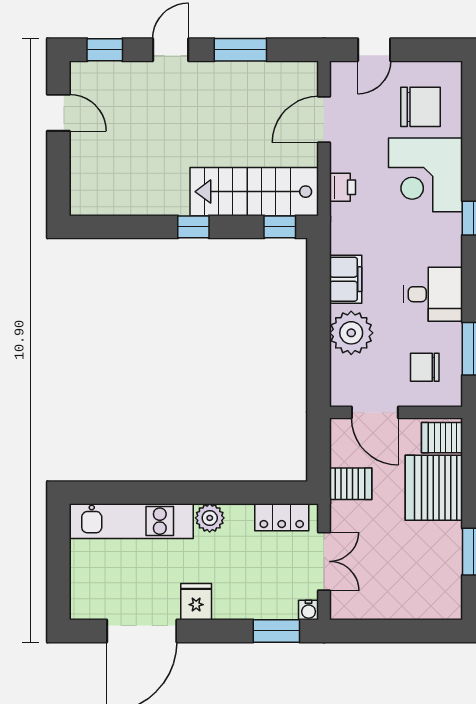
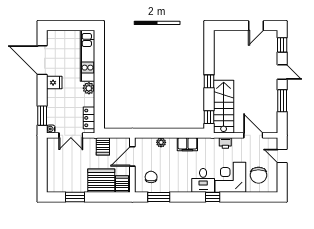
desk: (433, 294) -> (203, 180), moved
plant: (351, 333) -> (161, 142), width x0.53, depth x0.53

